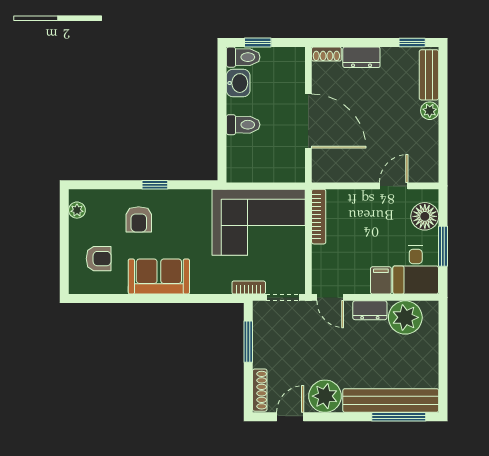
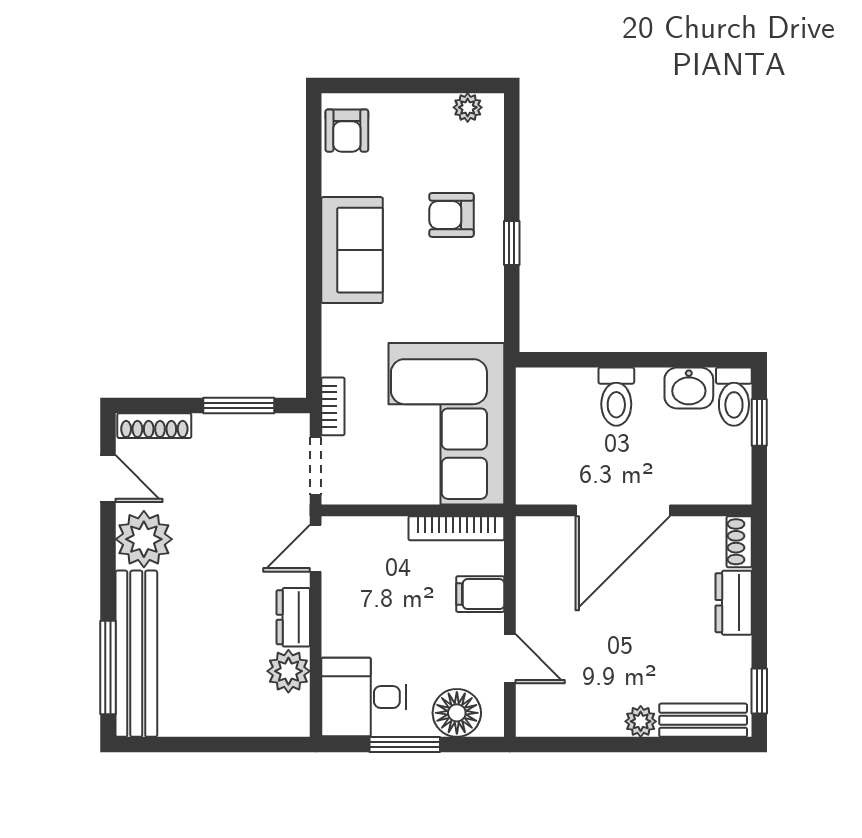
armchair: (99, 259) -> (347, 131), moved
filing cabinet: (381, 280) -> (480, 594), moved, turned 180
plant: (405, 317) -> (288, 671), width x0.73, depth x0.73

